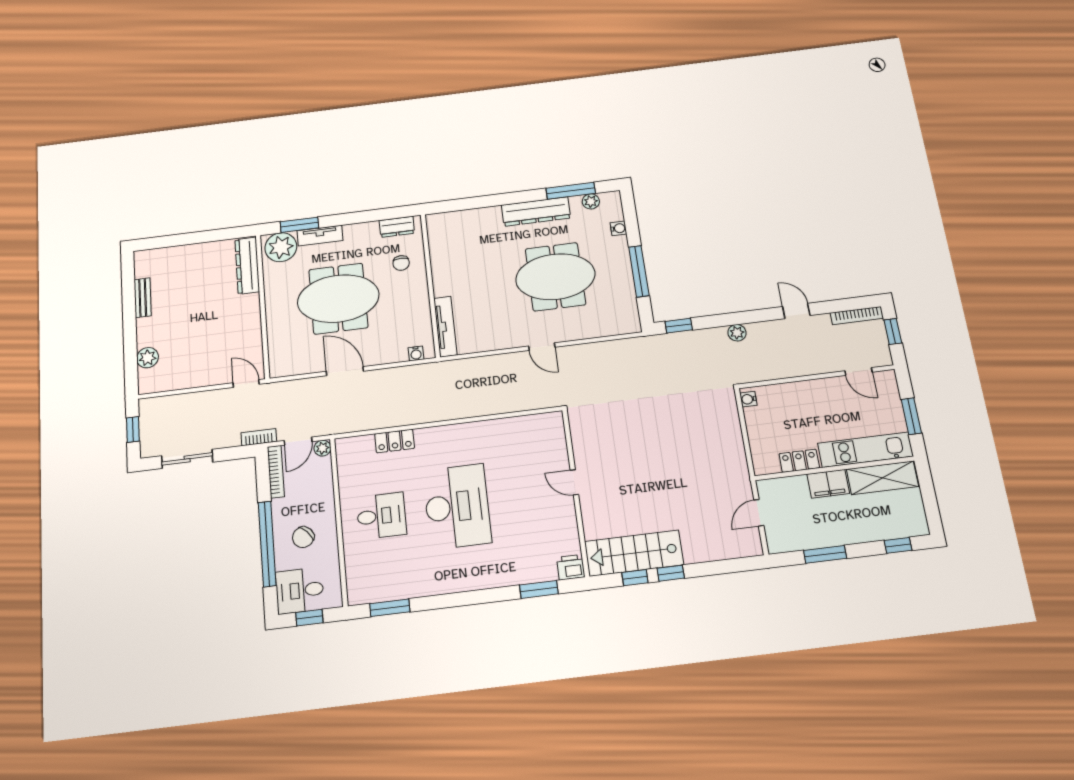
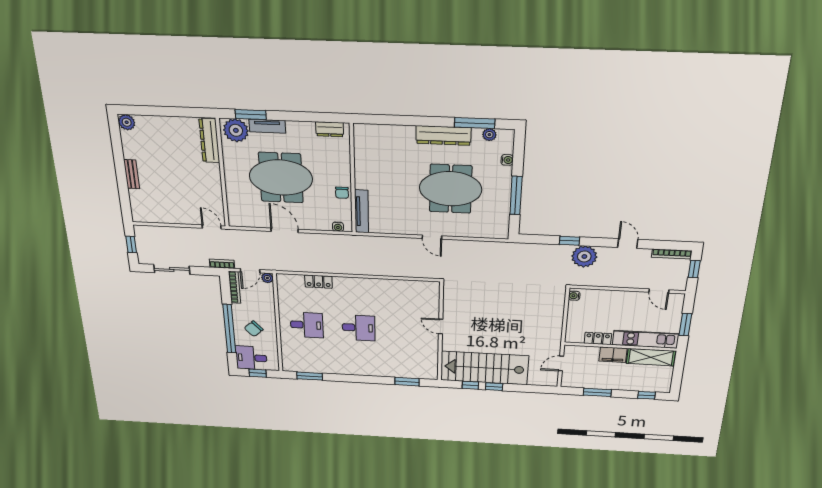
chair: (401, 263) -> (342, 193), moved
bench: (143, 298) -> (132, 174), moved
window: (679, 326) -> (570, 241), moved
plant: (737, 333) -> (584, 256), width x1.87, depth x1.87
plant: (148, 358) -> (127, 122), moved
desk: (457, 506) -> (359, 328), width x0.53, depth x0.77
stairs: (634, 553) -> (484, 368), width x1.36, depth x1.51
printer: (571, 567) -> (430, 373), removed

